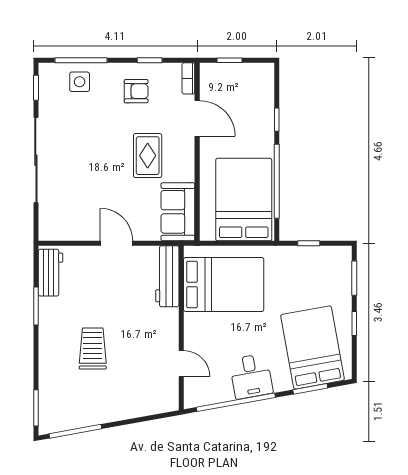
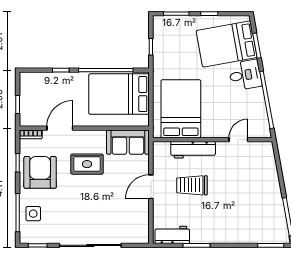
armchair: (136, 91) -> (40, 172), width x1.88, depth x1.88
workbench: (167, 276) -> (193, 150), moved
trolley: (93, 349) -> (192, 185), moved
desk: (251, 376) -> (245, 75), moved

